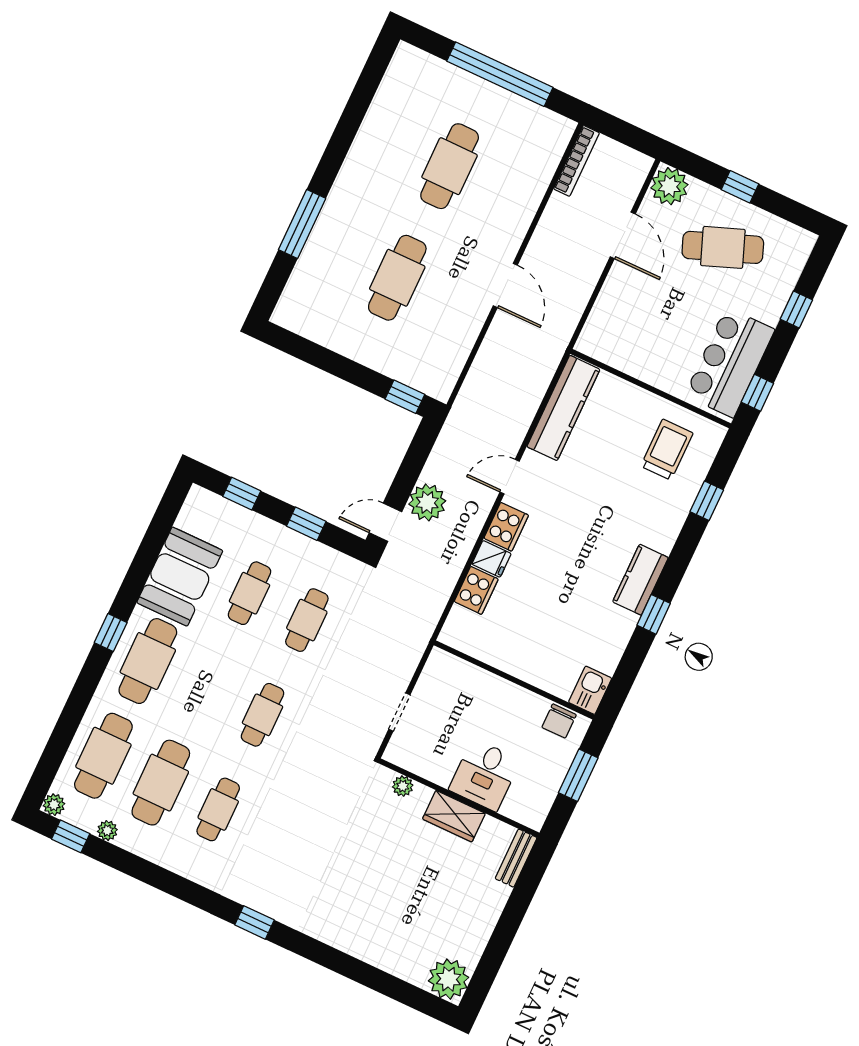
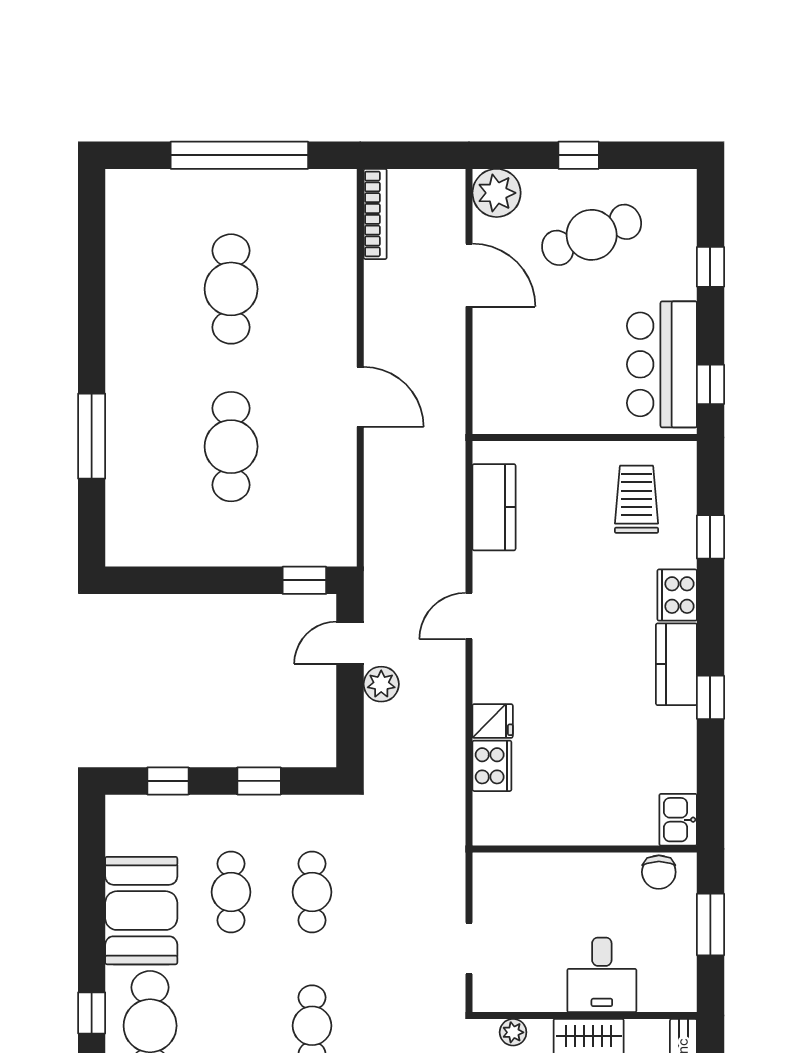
kitchen counter: (563, 408) -> (494, 507), width x0.67
plant: (427, 502) -> (381, 684), width x0.73, depth x0.73
door: (386, 522) -> (350, 643), moved
cooker: (506, 527) -> (677, 595), moved, turned 180

